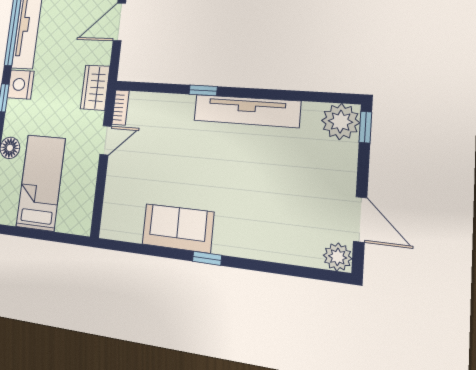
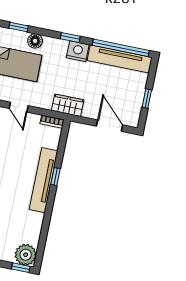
tv unit: (247, 111) -> (43, 180), moved
door: (106, 140) -> (19, 107), moved

